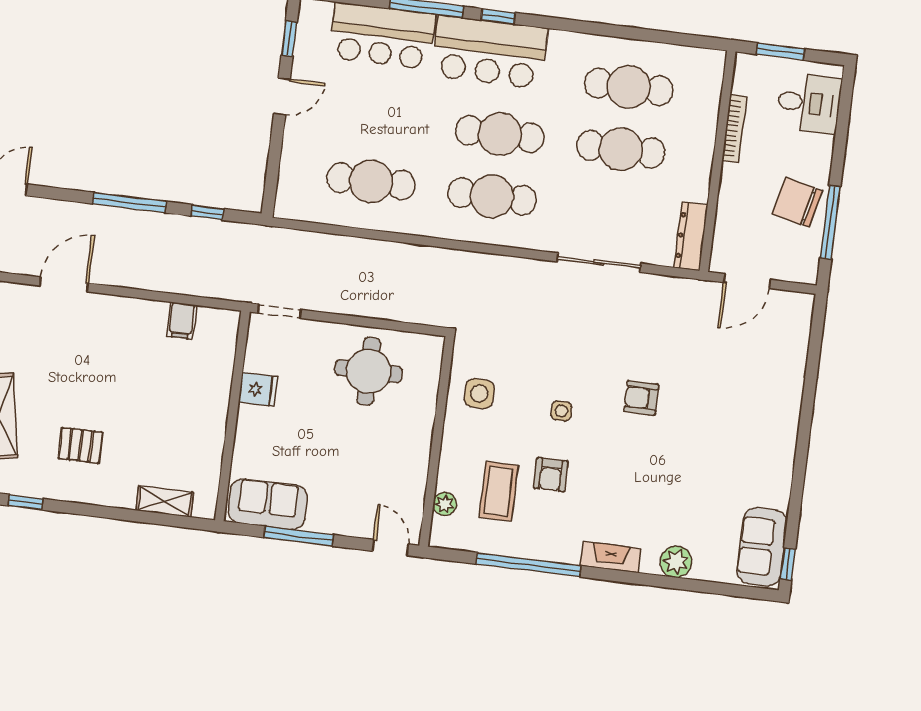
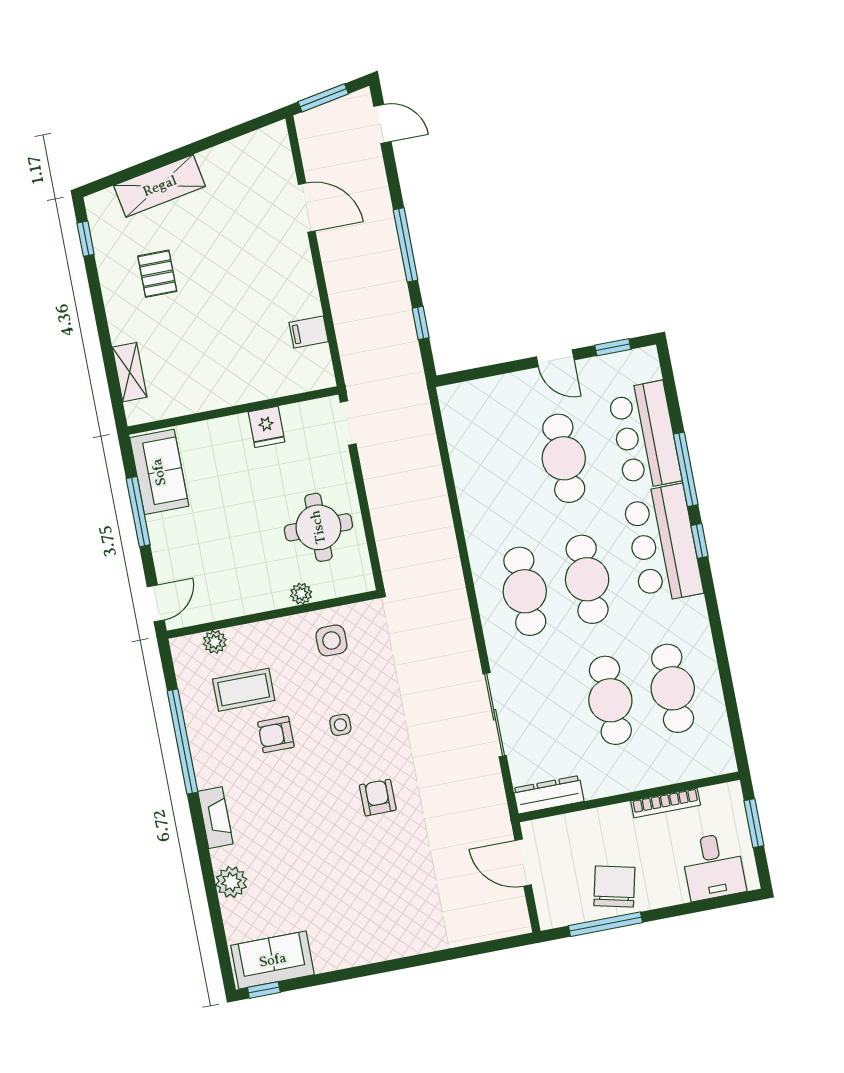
cafe table: (371, 181) -> (564, 458), moved
plant: (426, 408) -> (301, 594), added

